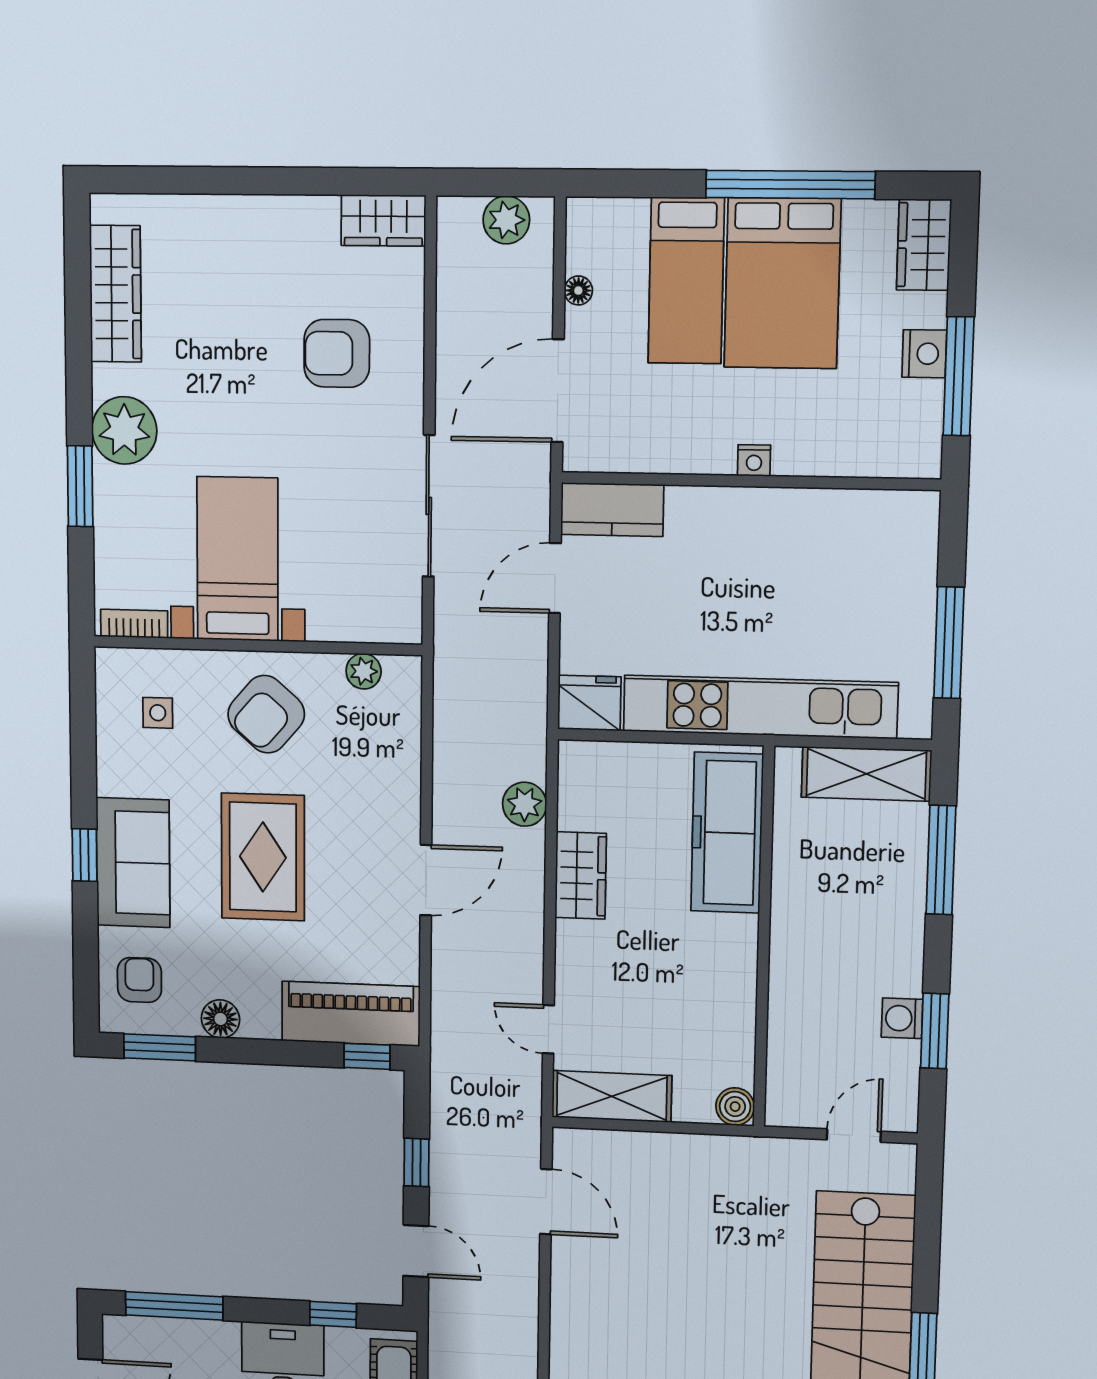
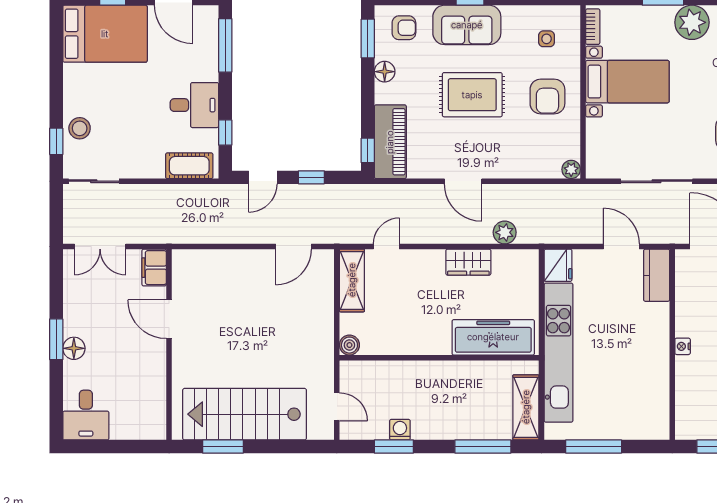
plant: (364, 671) -> (571, 169), moved
armchair: (266, 714) -> (547, 97), turned -131

